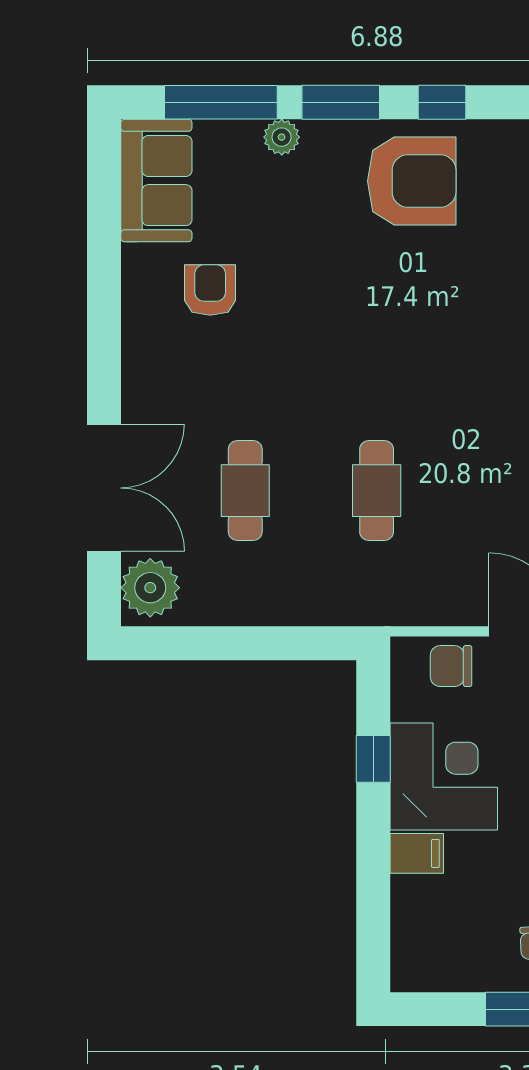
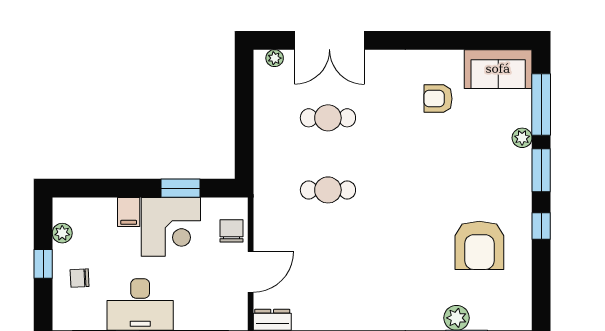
armchair: (412, 181) -> (479, 245), moved
armchair: (210, 290) -> (438, 99), turned 180
plant: (150, 588) -> (275, 58), width x0.53, depth x0.53
window: (373, 759) -> (181, 188), width x1.50
plant: (455, 974) -> (62, 233), added

